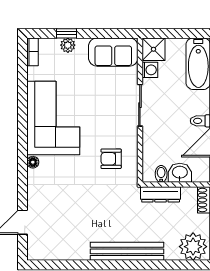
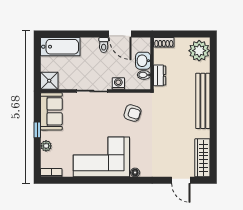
window: (67, 33) -> (37, 130), moved
washing machine: (150, 70) -> (118, 83), moved
armchair: (111, 159) -> (132, 113), turned -72
dresser: (161, 194) -> (160, 75), width x0.70
wardrobe: (52, 251) -> (202, 158), added

